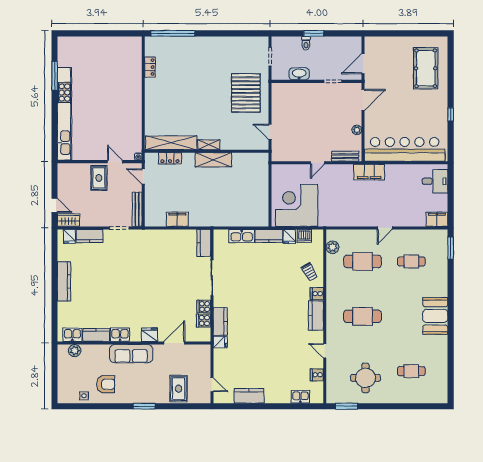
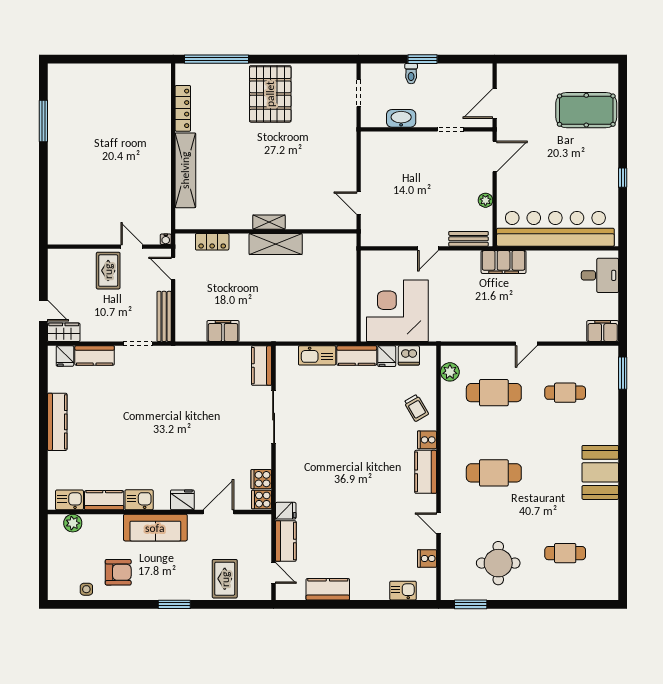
locker: (150, 67) -> (183, 108), width x1.53
pool table: (426, 68) -> (586, 110), turned 90
pallet: (246, 93) -> (270, 94), moved
kitchen unit: (65, 114) -> (58, 177), removed
shelving: (171, 143) -> (185, 170), moved, turned 90
cooker: (204, 307) -> (262, 500), moved
kitchen counter: (220, 321) -> (286, 541), moved

